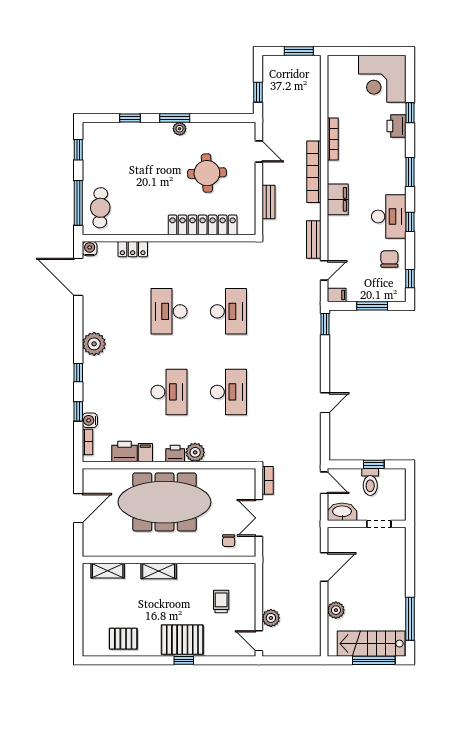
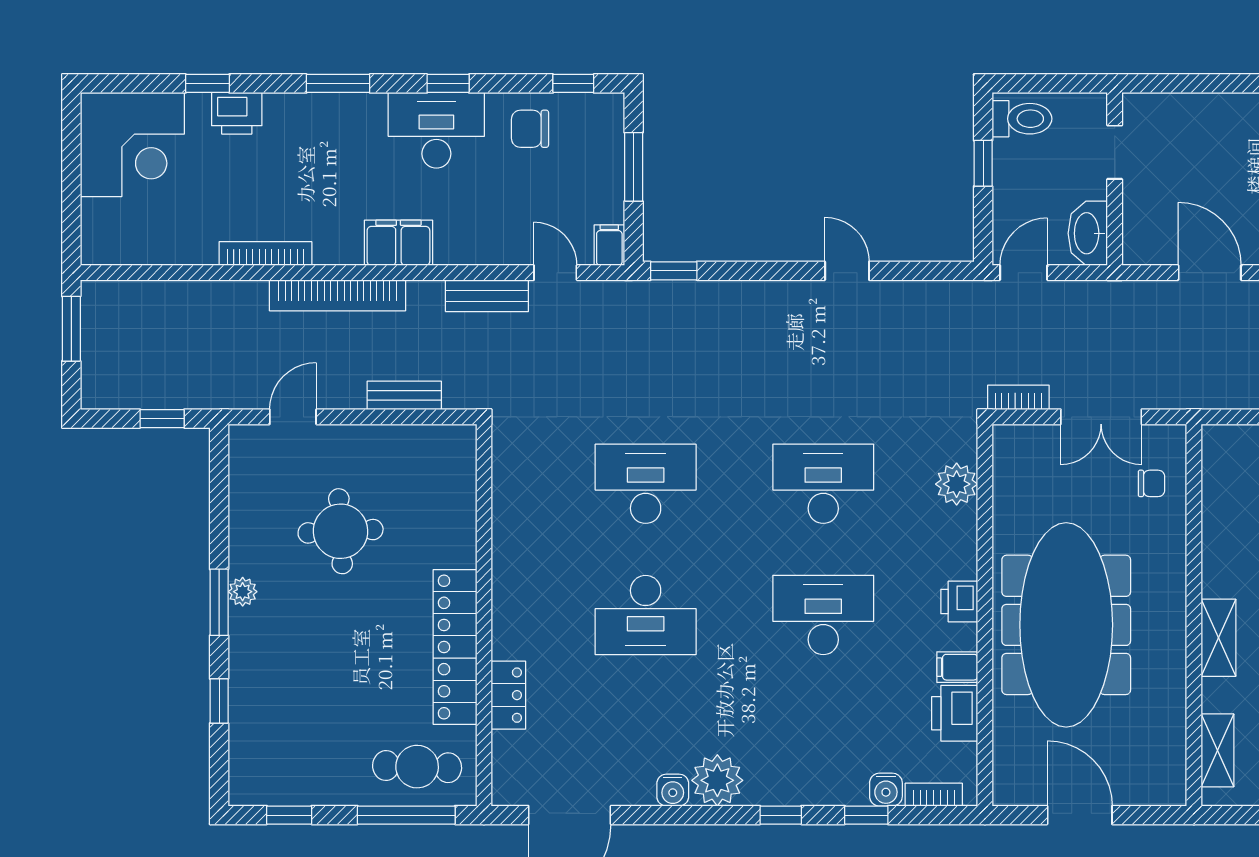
locker: (203, 225) -> (455, 647), moved
water cooler: (90, 249) -> (673, 790), moved, turned -90
plant: (195, 452) -> (957, 484), moved
toilet: (370, 482) -> (1022, 119), moved

